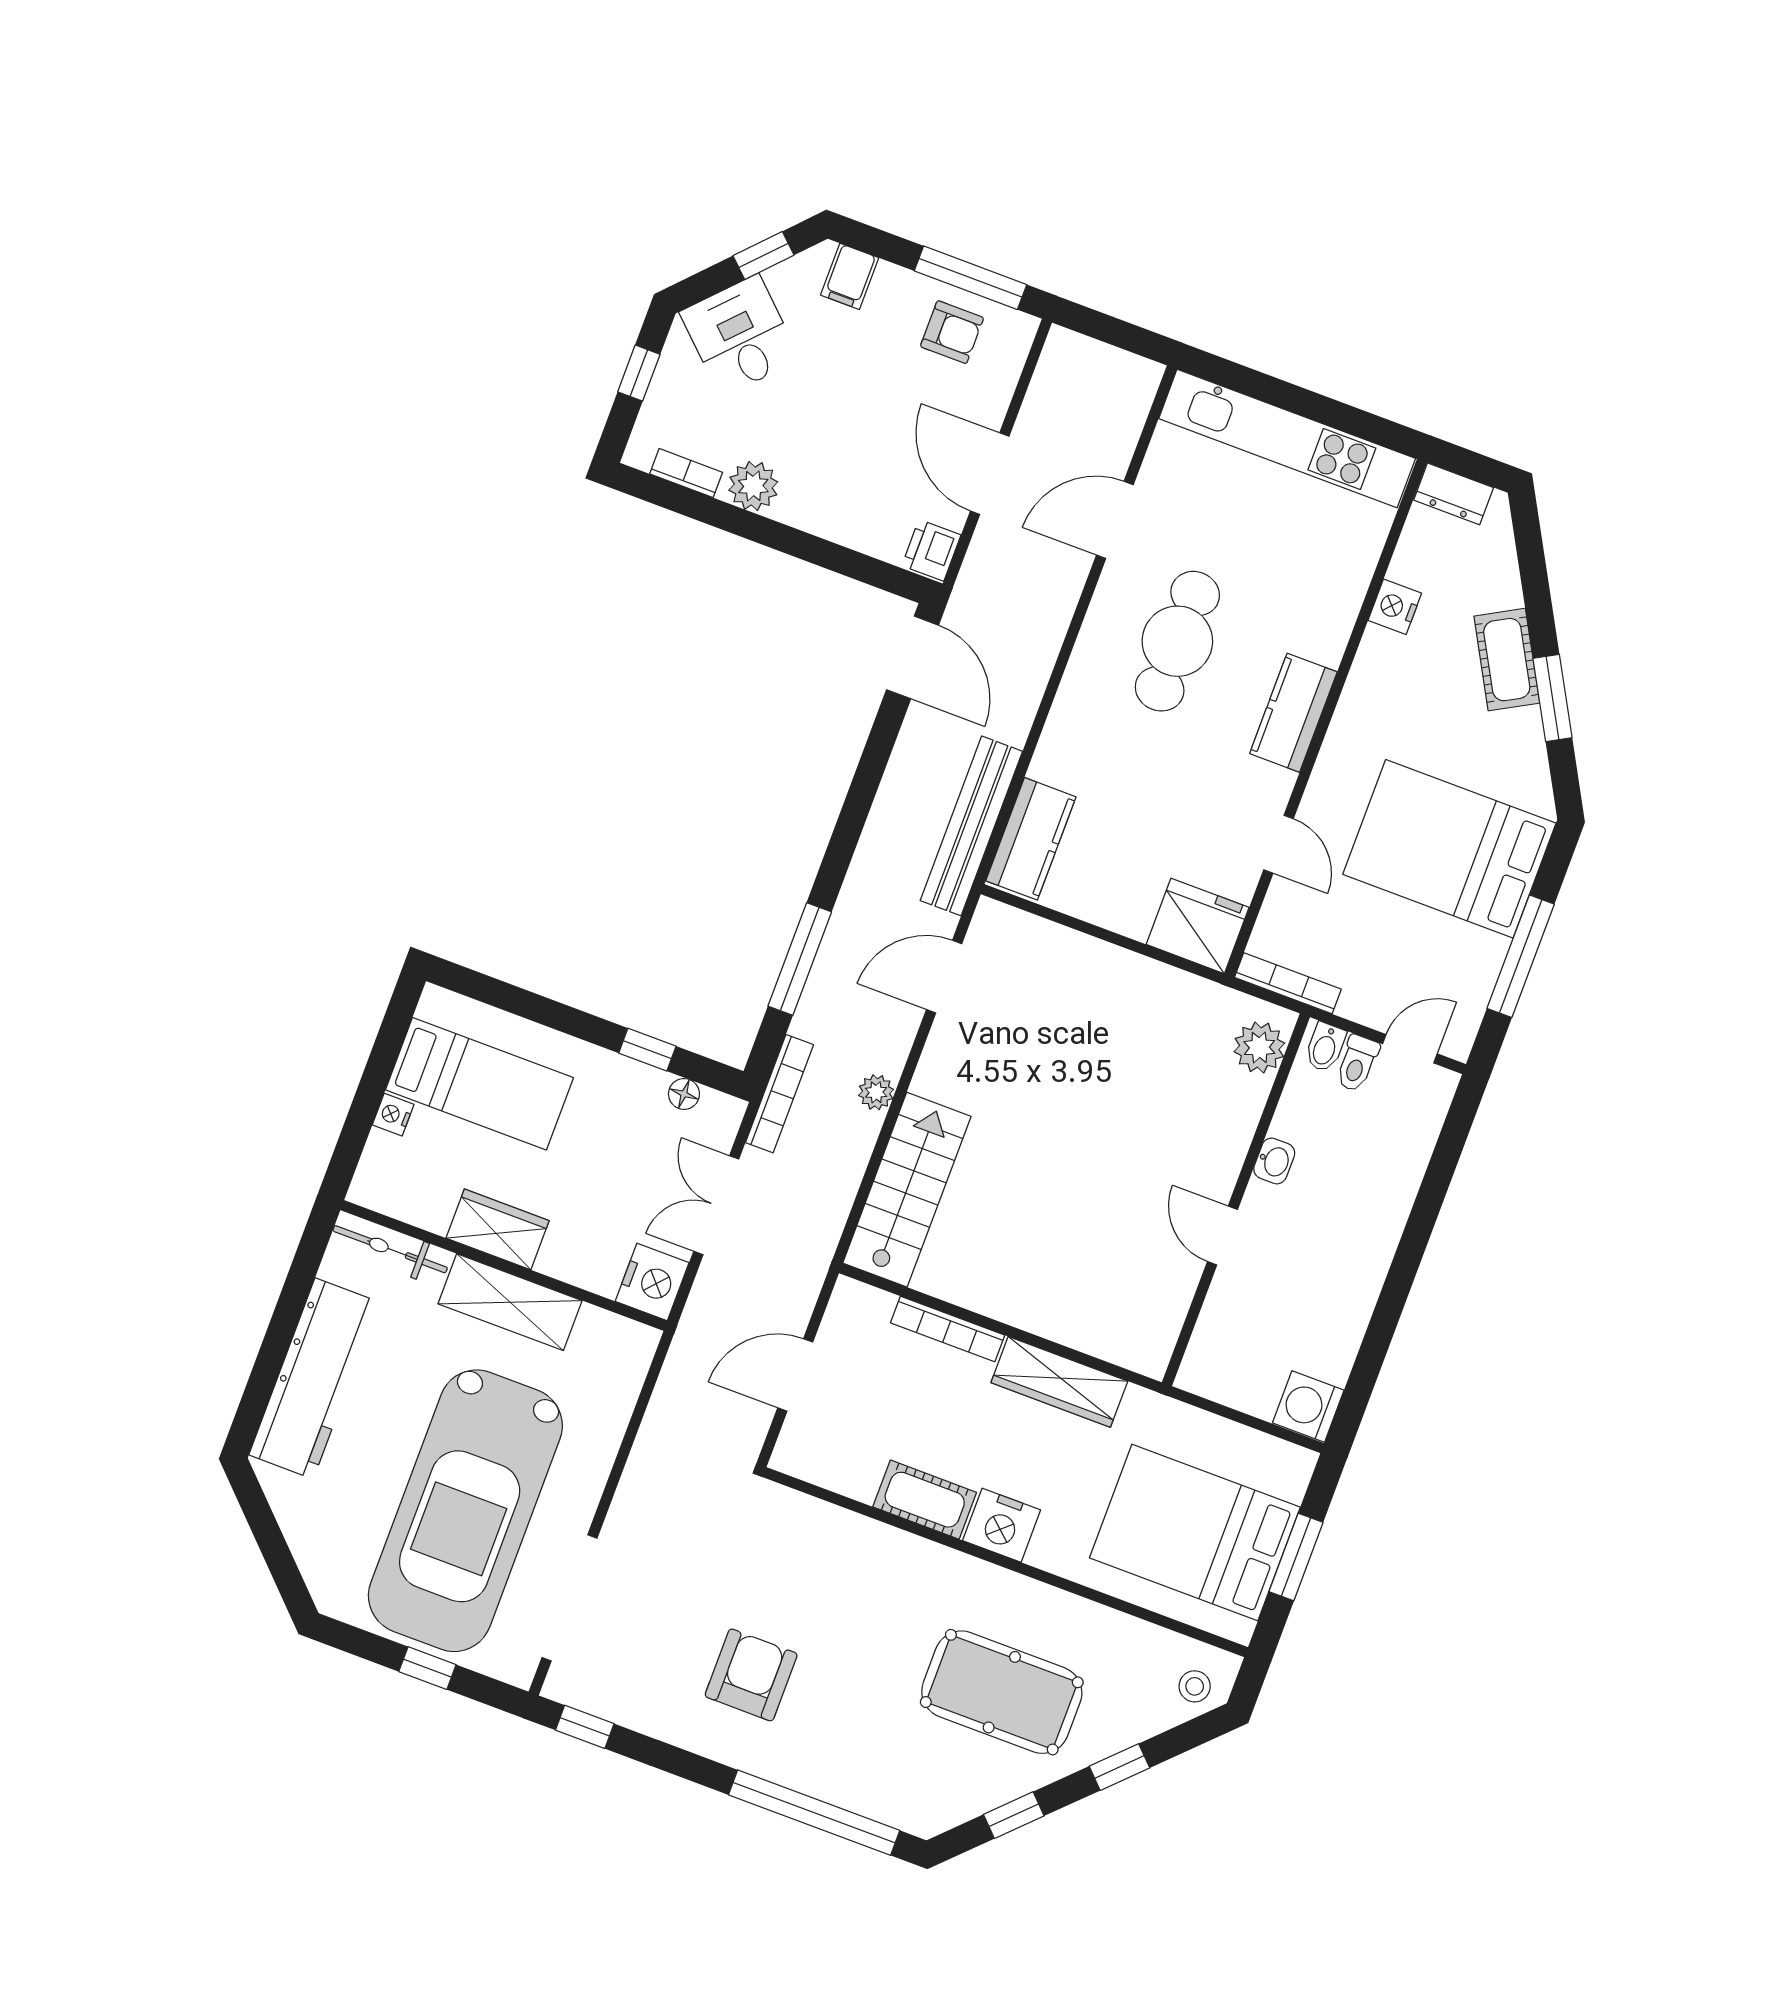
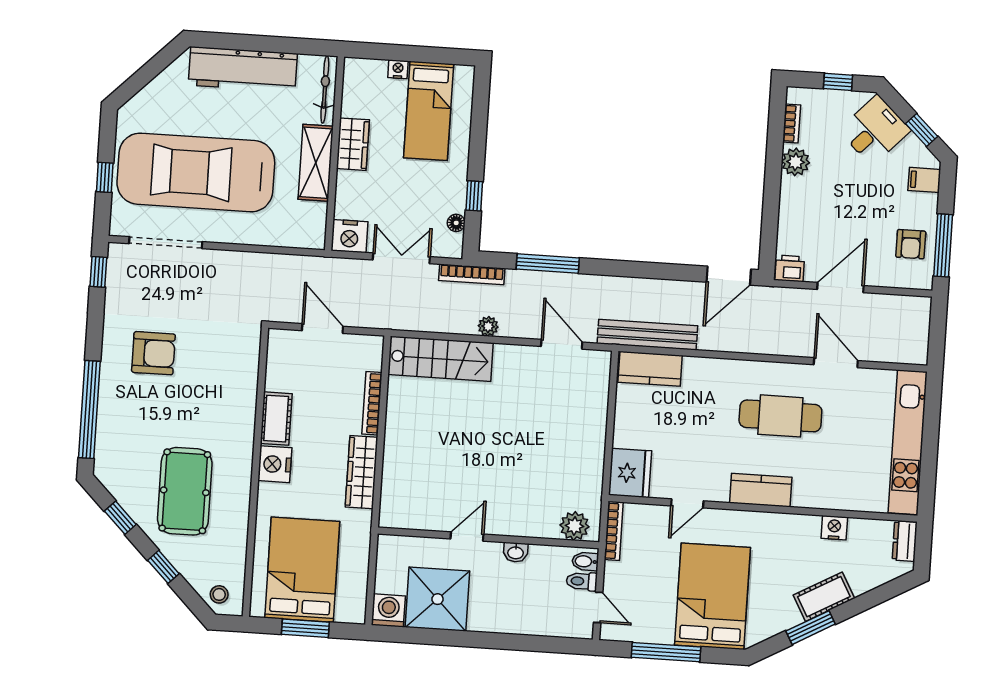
shower: (1314, 1318) -> (437, 599), added

